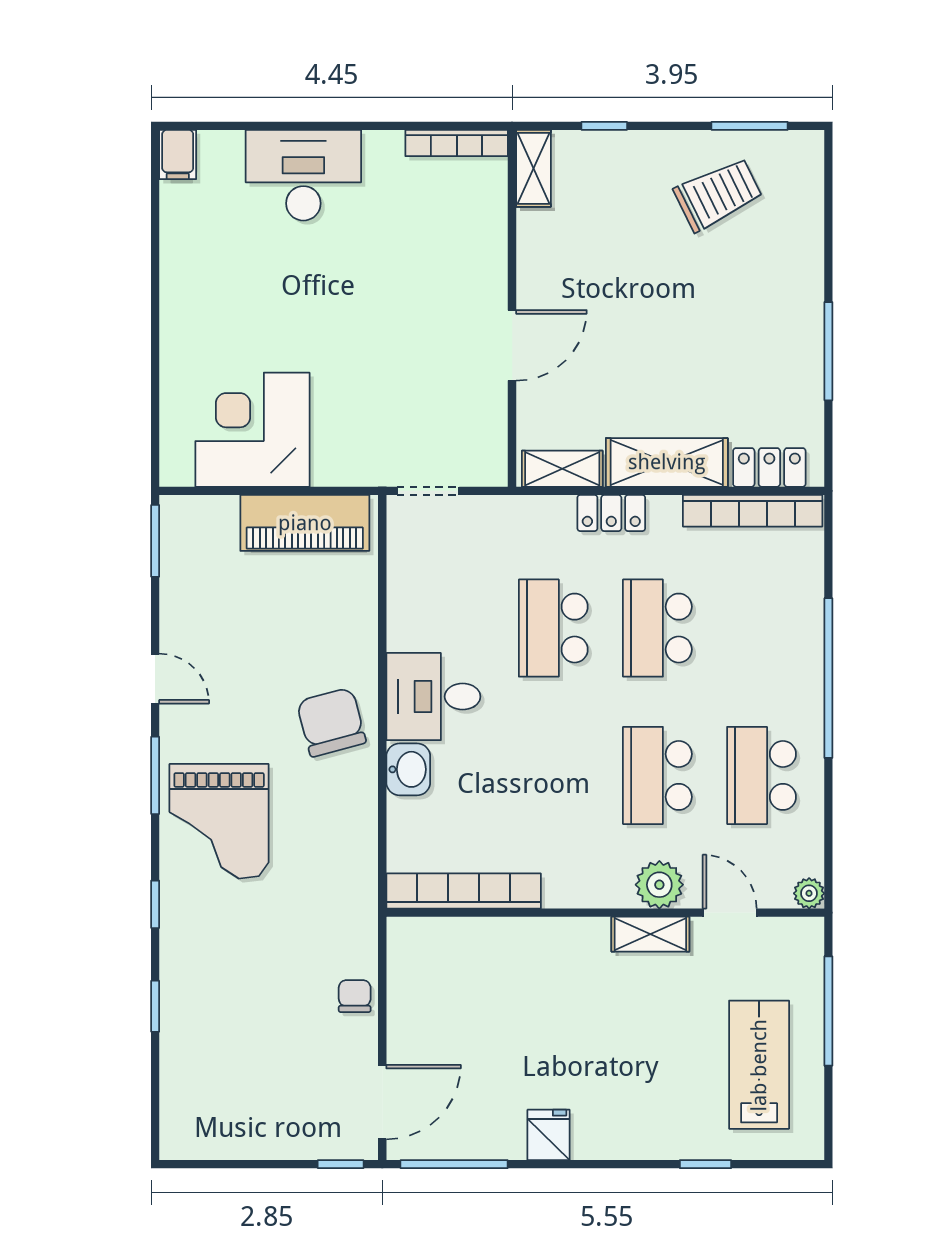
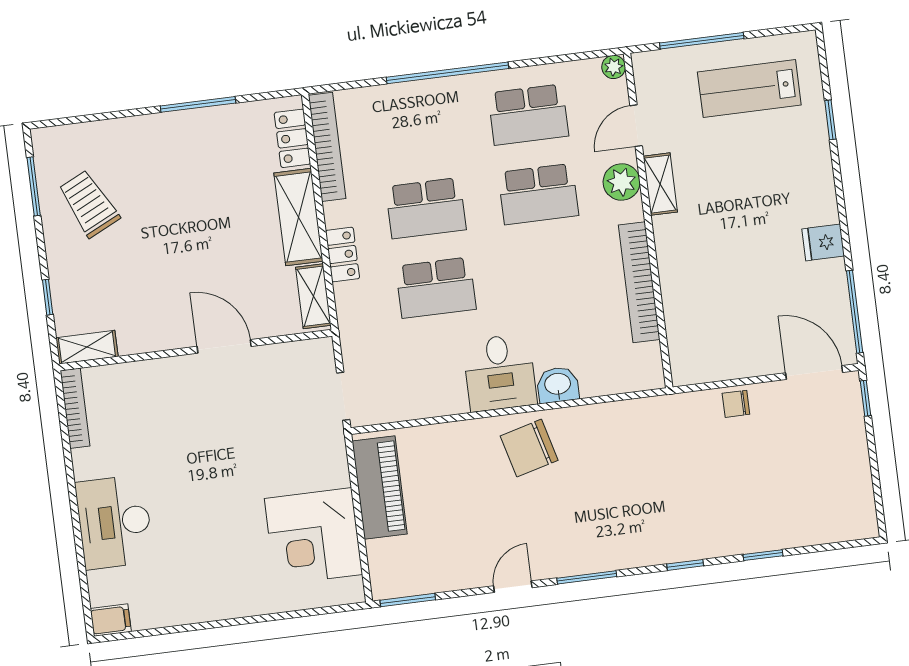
grand piano: (219, 821) -> (616, 524), removed
bookcase: (464, 891) -> (639, 282), moved

